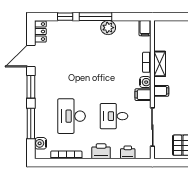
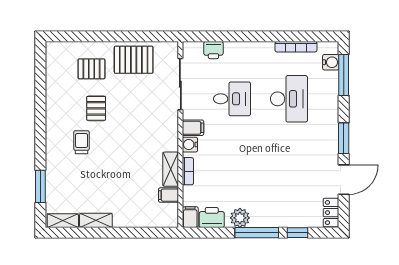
filing cabinet: (161, 91) -> (168, 195), moved
window: (31, 124) -> (344, 75), moved
printer: (101, 151) -> (212, 218), moved, turned 180

